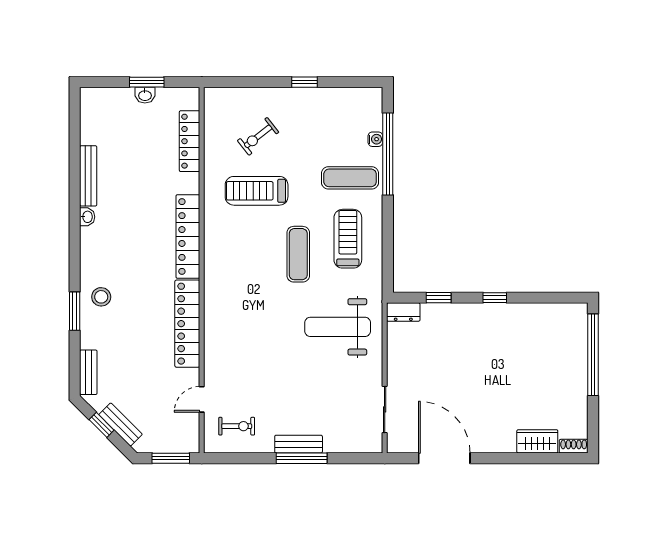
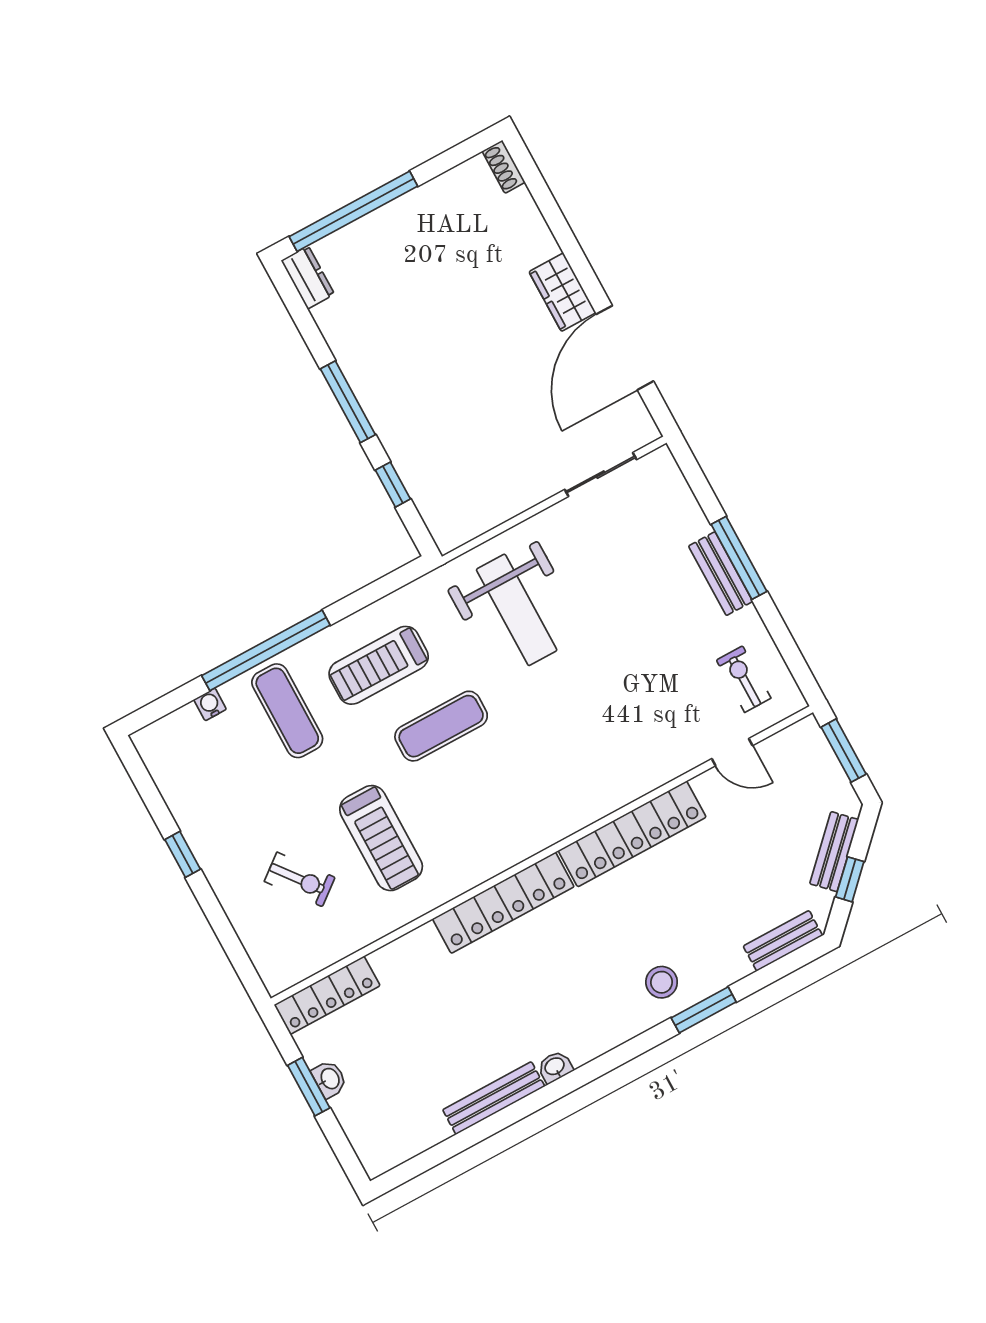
locker: (190, 141) -> (327, 995), moved
window: (388, 154) -> (266, 650), moved
window: (495, 298) -> (348, 402), width x2.17
dresser: (403, 312) -> (308, 277), moved
wardrobe: (537, 441) -> (562, 292), moved

